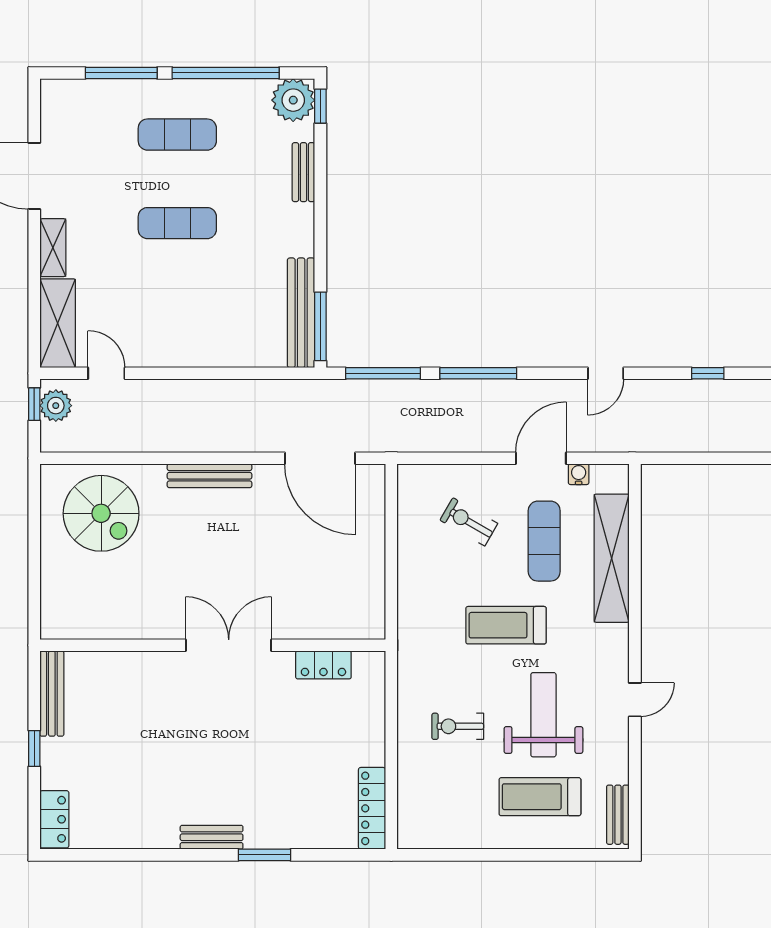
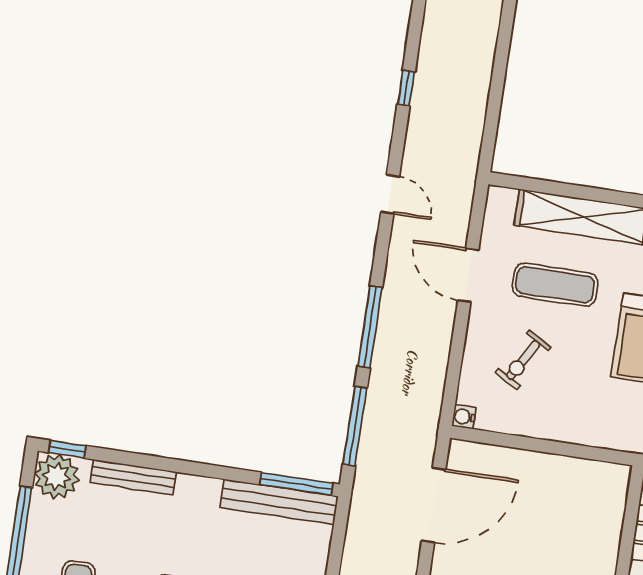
bench: (303, 172) -> (133, 477), width x1.36
water cooler: (579, 474) -> (464, 417), moved

